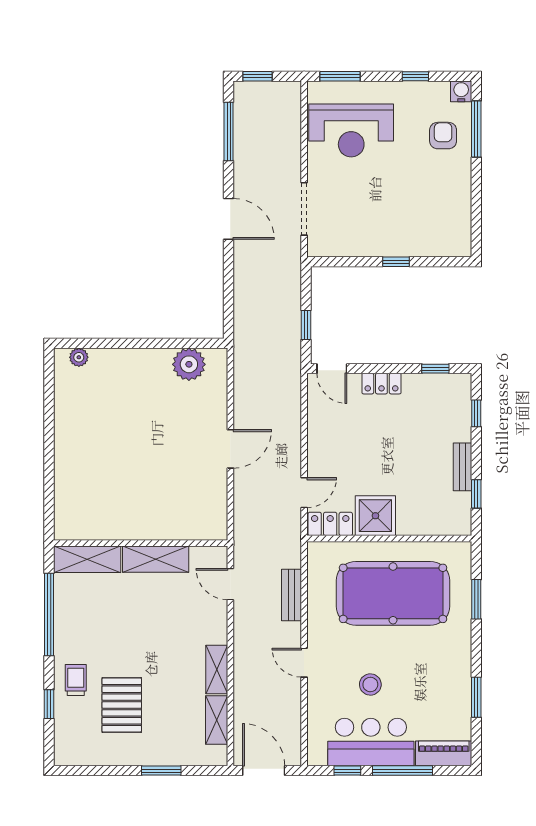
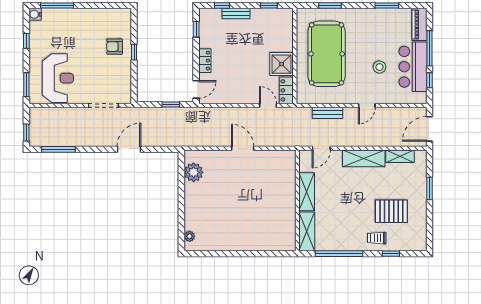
armchair: (443, 136) -> (115, 47), moved
door: (229, 219) -> (129, 149), moved
bench: (463, 467) -> (236, 14), moved
shelving: (217, 669) -> (364, 158), width x1.50, depth x1.33

